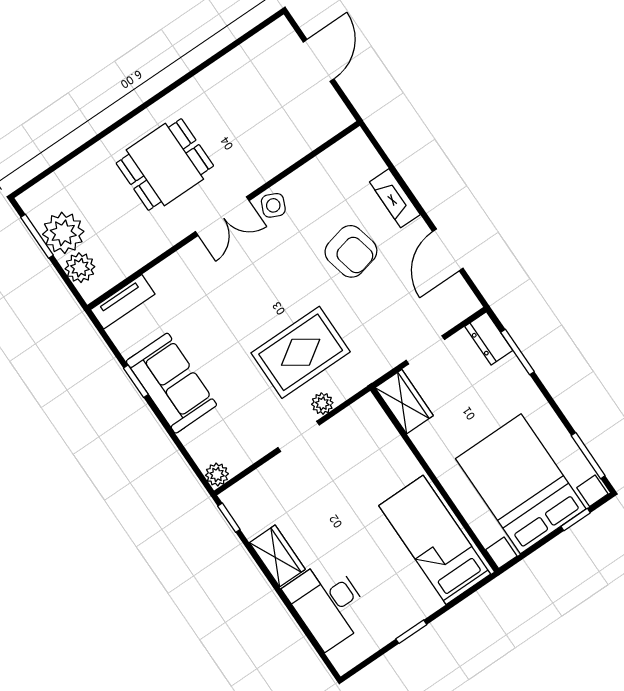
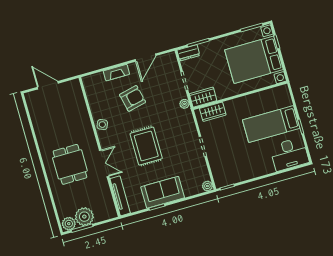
double door: (222, 216) -> (104, 163), moved
door: (448, 250) -> (146, 58), hinge flipped
plant: (80, 268) -> (69, 224), moved
tv unit: (123, 302) -> (120, 196), width x1.41
rug: (301, 352) -> (146, 146), moved
plant: (322, 404) -> (184, 104), moved
bed: (435, 540) -> (271, 124), moved
wardrobe: (277, 556) -> (213, 112), moved, turned 180
desk: (328, 604) -> (289, 154), moved

